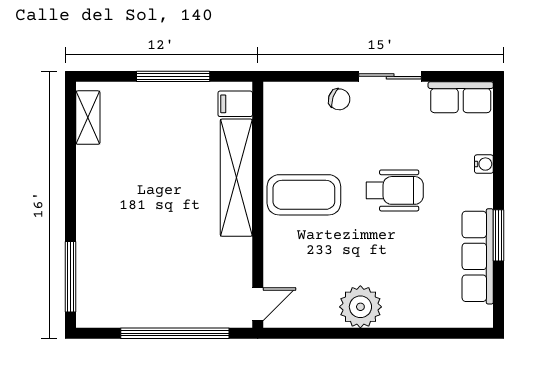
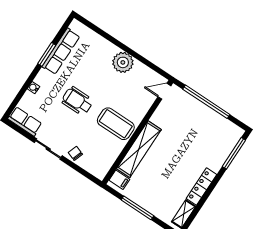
locker: (88, 184) -> (201, 187), added

